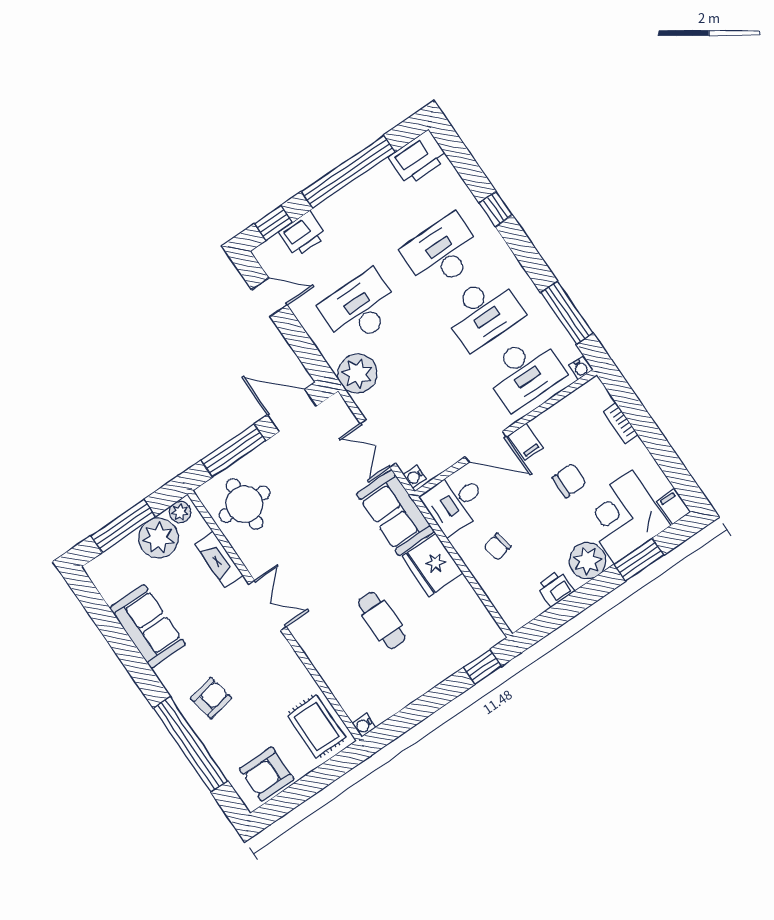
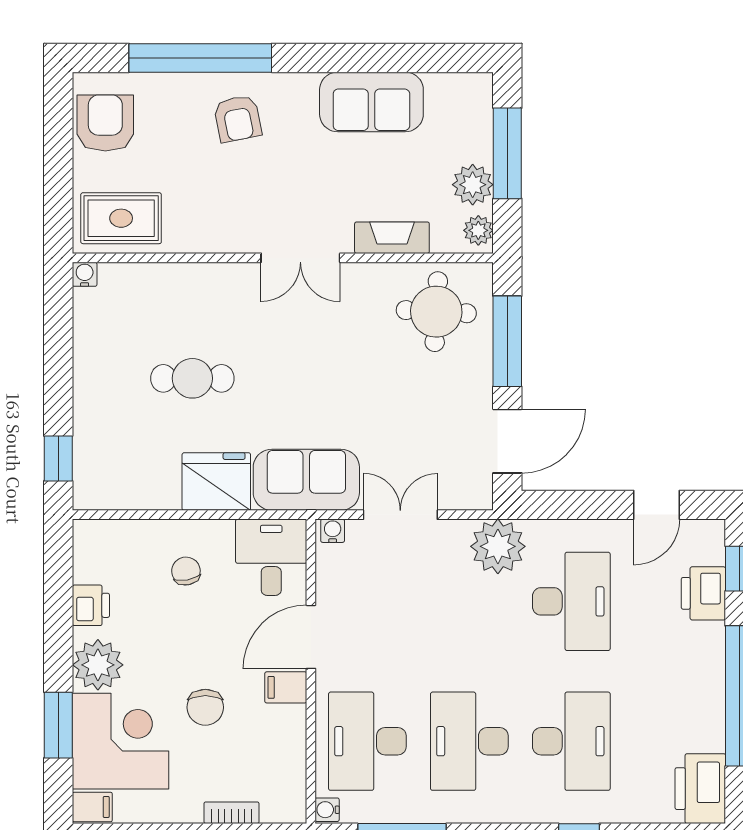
plant: (158, 538) -> (473, 185), width x0.73, depth x0.73

